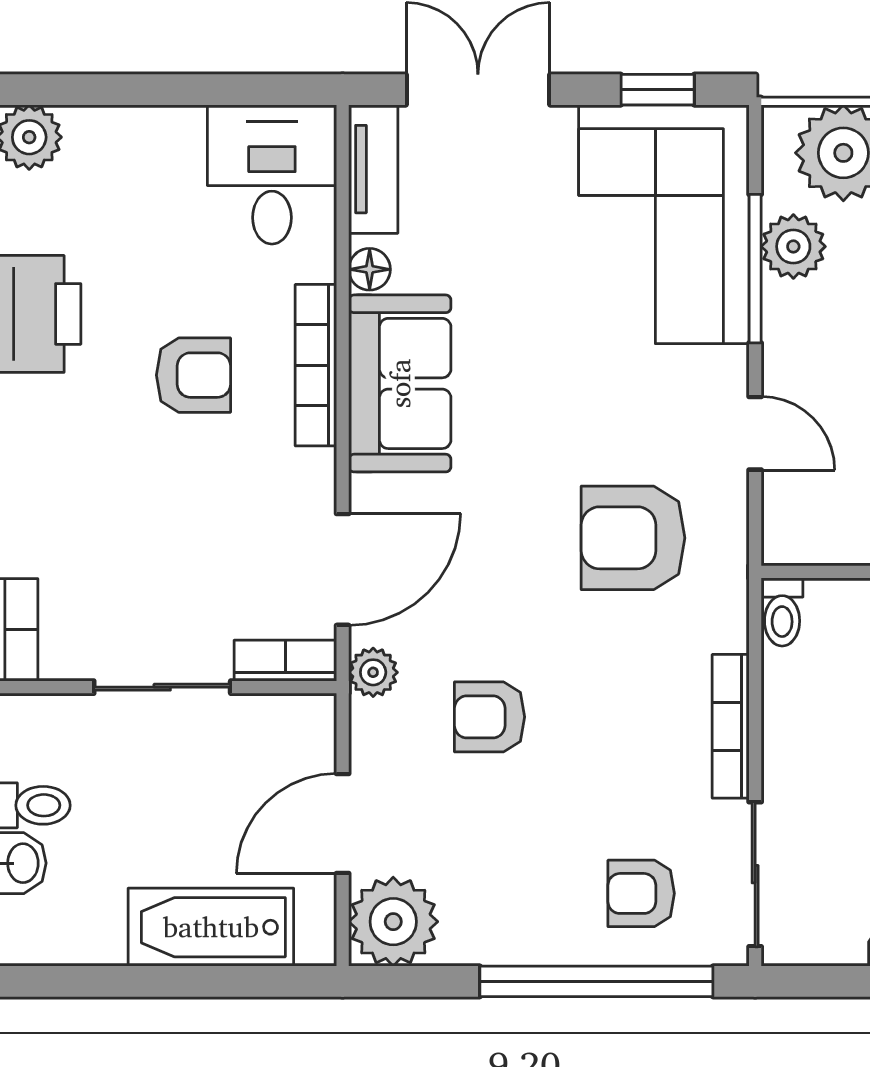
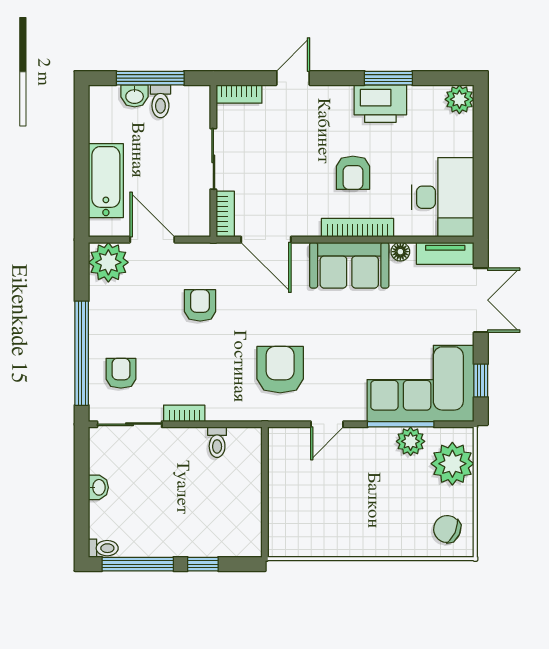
desk: (272, 174) -> (443, 197), width x1.37
toilet: (782, 612) -> (217, 442), moved, turned -90
plant: (373, 672) -> (220, 253), removed
bookcase: (731, 726) -> (184, 413), width x0.64

